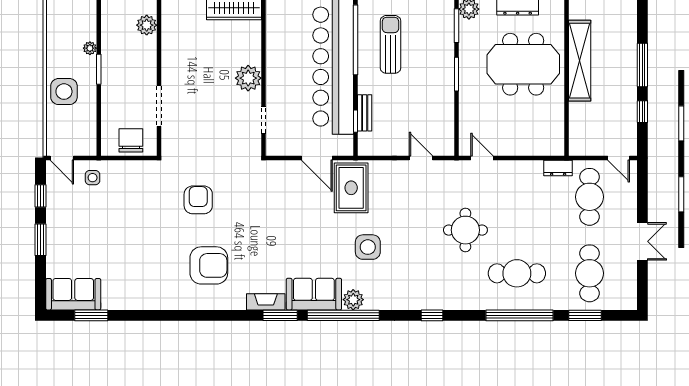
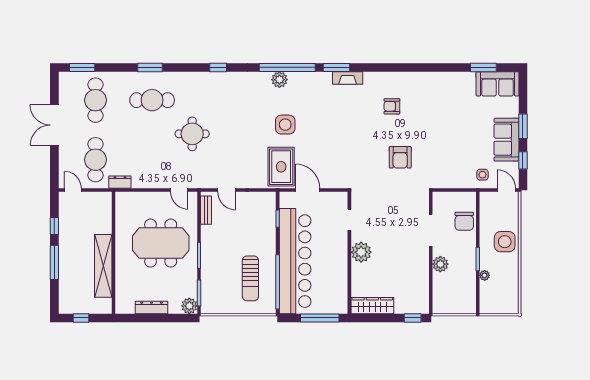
plant: (147, 25) -> (440, 264), moved
meeting table: (523, 64) -> (161, 243), moved
bench: (365, 113) -> (206, 210), moved
chair: (131, 140) -> (464, 221), moved
double door: (642, 241) -> (54, 125), width x1.37
side table: (368, 247) -> (285, 125), moved
armchair: (209, 265) -> (392, 106), width x0.53, depth x0.53
sofa: (314, 294) -> (506, 140), moved, turned 90
window: (519, 315) -> (150, 67), width x0.47
window: (585, 315) -> (82, 67), moved

